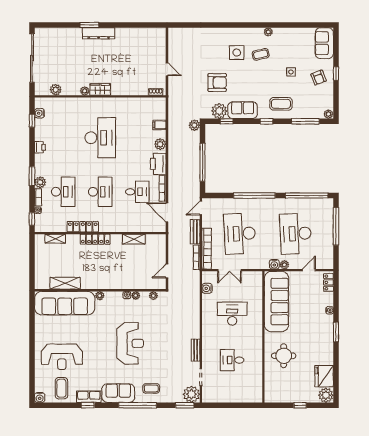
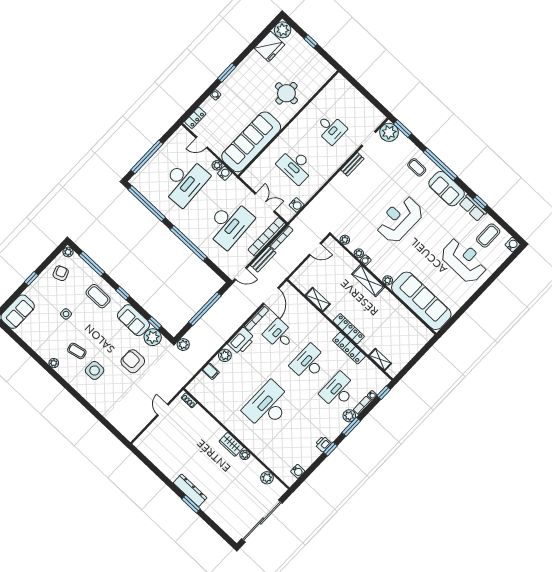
armchair: (319, 78) -> (61, 273), moved
window: (32, 121) -> (330, 449), moved
shelving: (65, 283) -> (368, 281), moved

